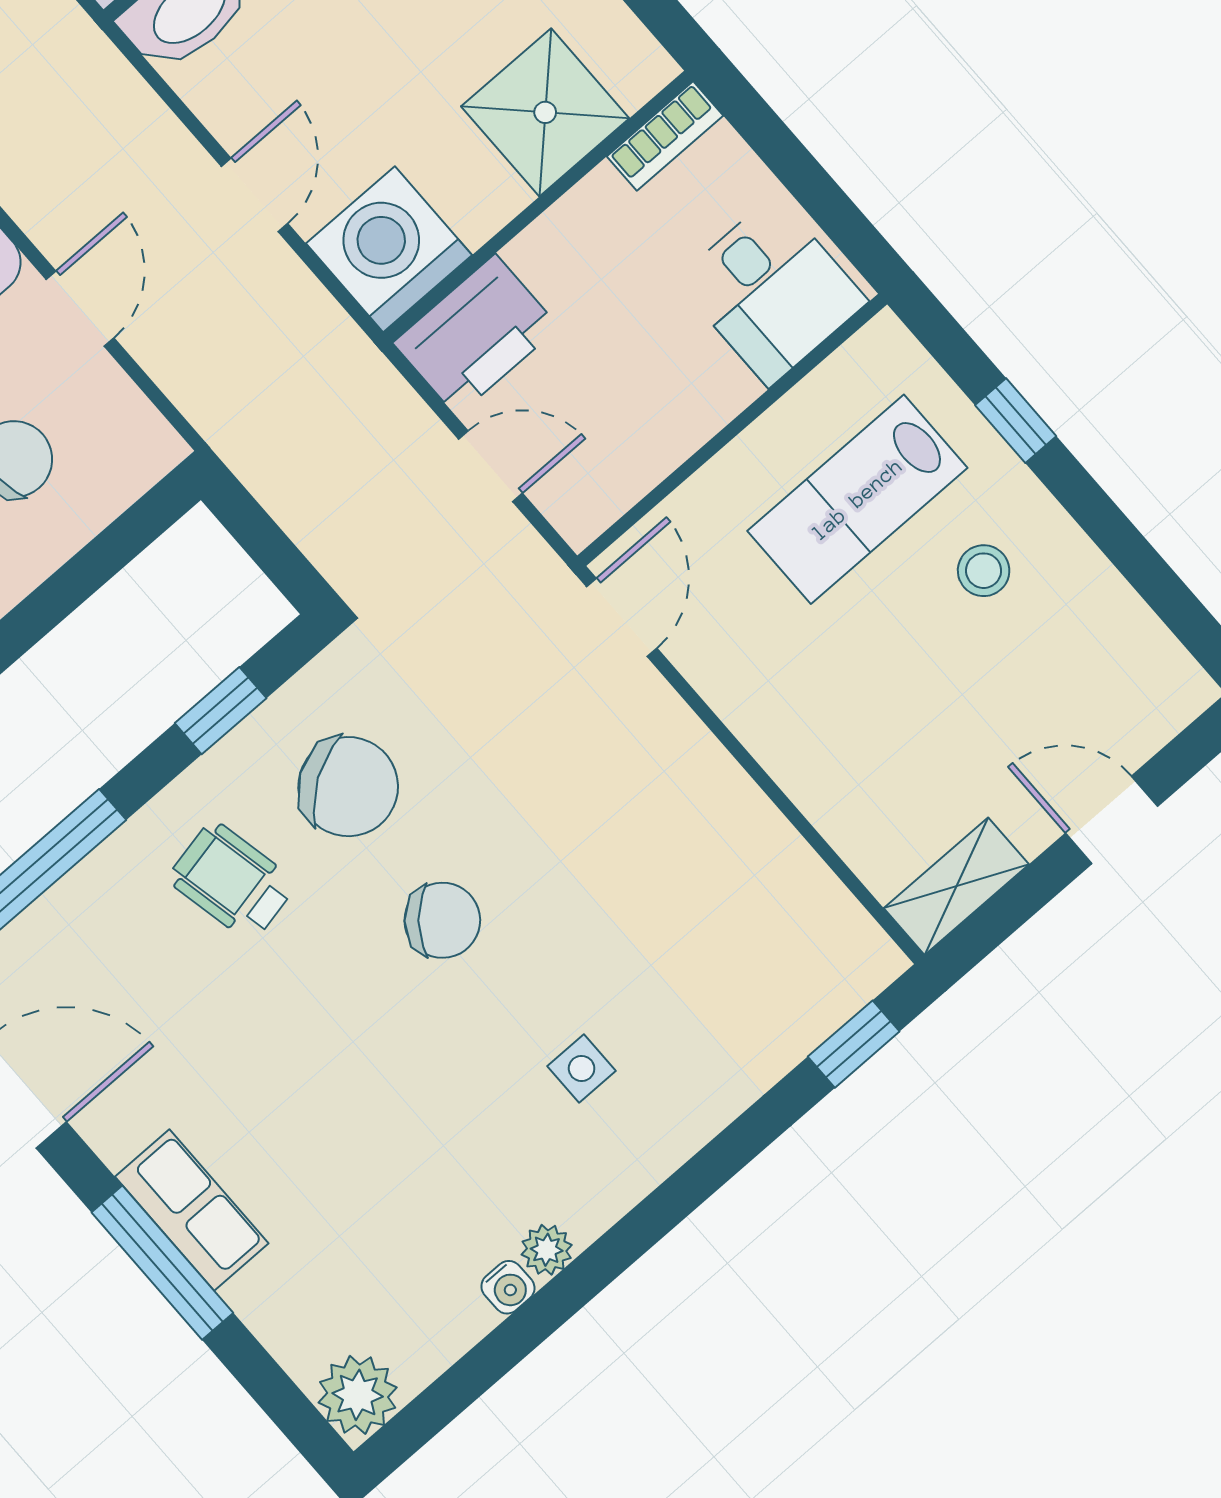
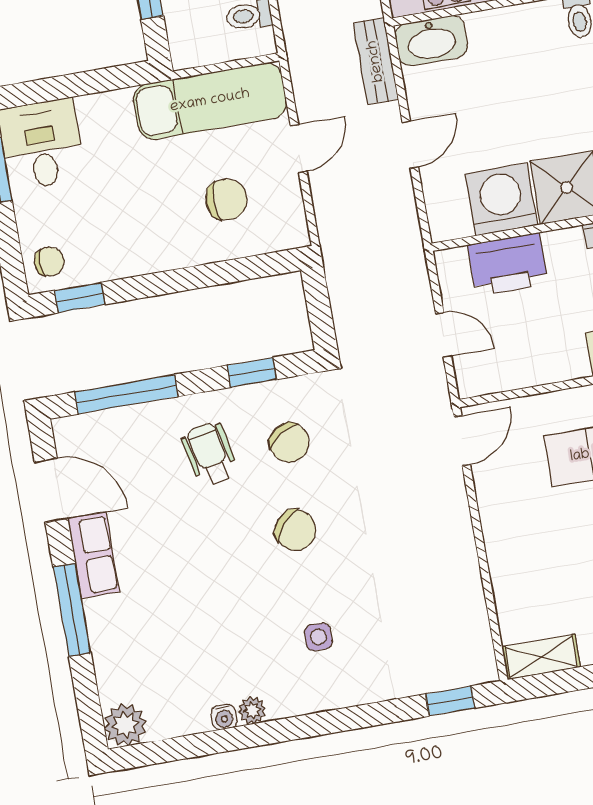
bench: (119, 94) -> (376, 61), added
washing machine: (389, 249) -> (501, 199), moved
printer: (476, 335) -> (508, 265), moved
chair: (348, 787) -> (289, 443), width x0.73, depth x0.73
row of seats: (192, 1210) -> (93, 555), moved

